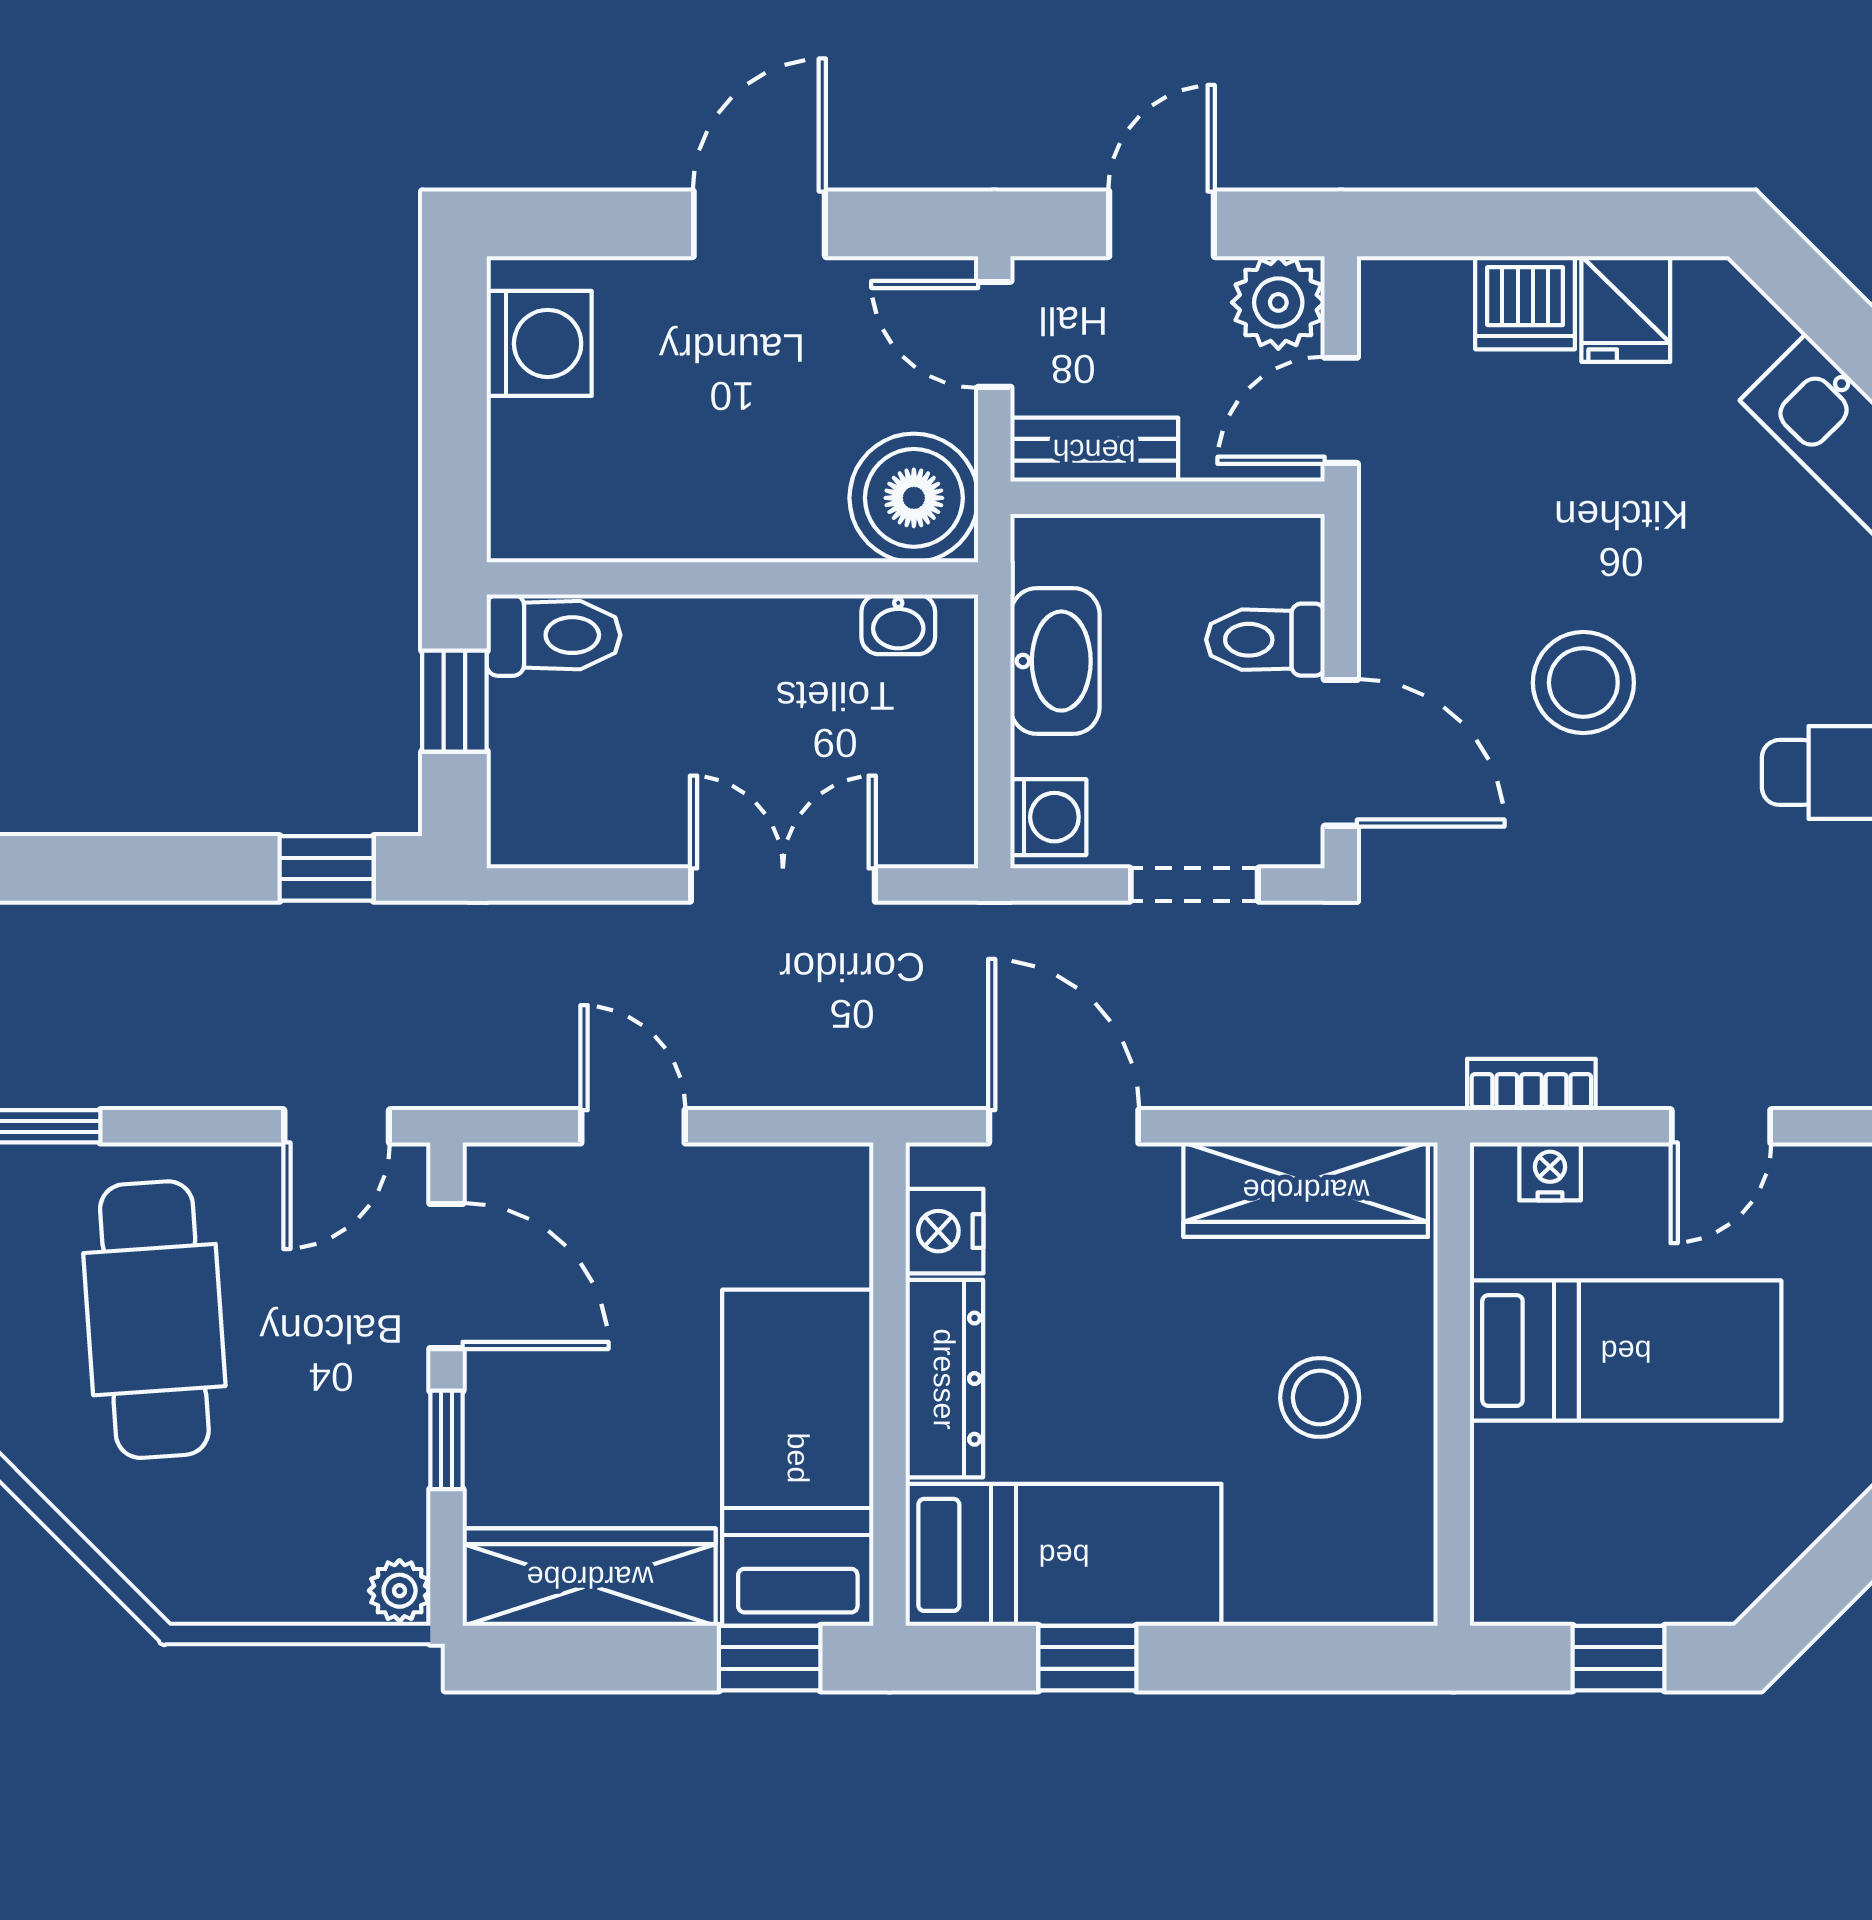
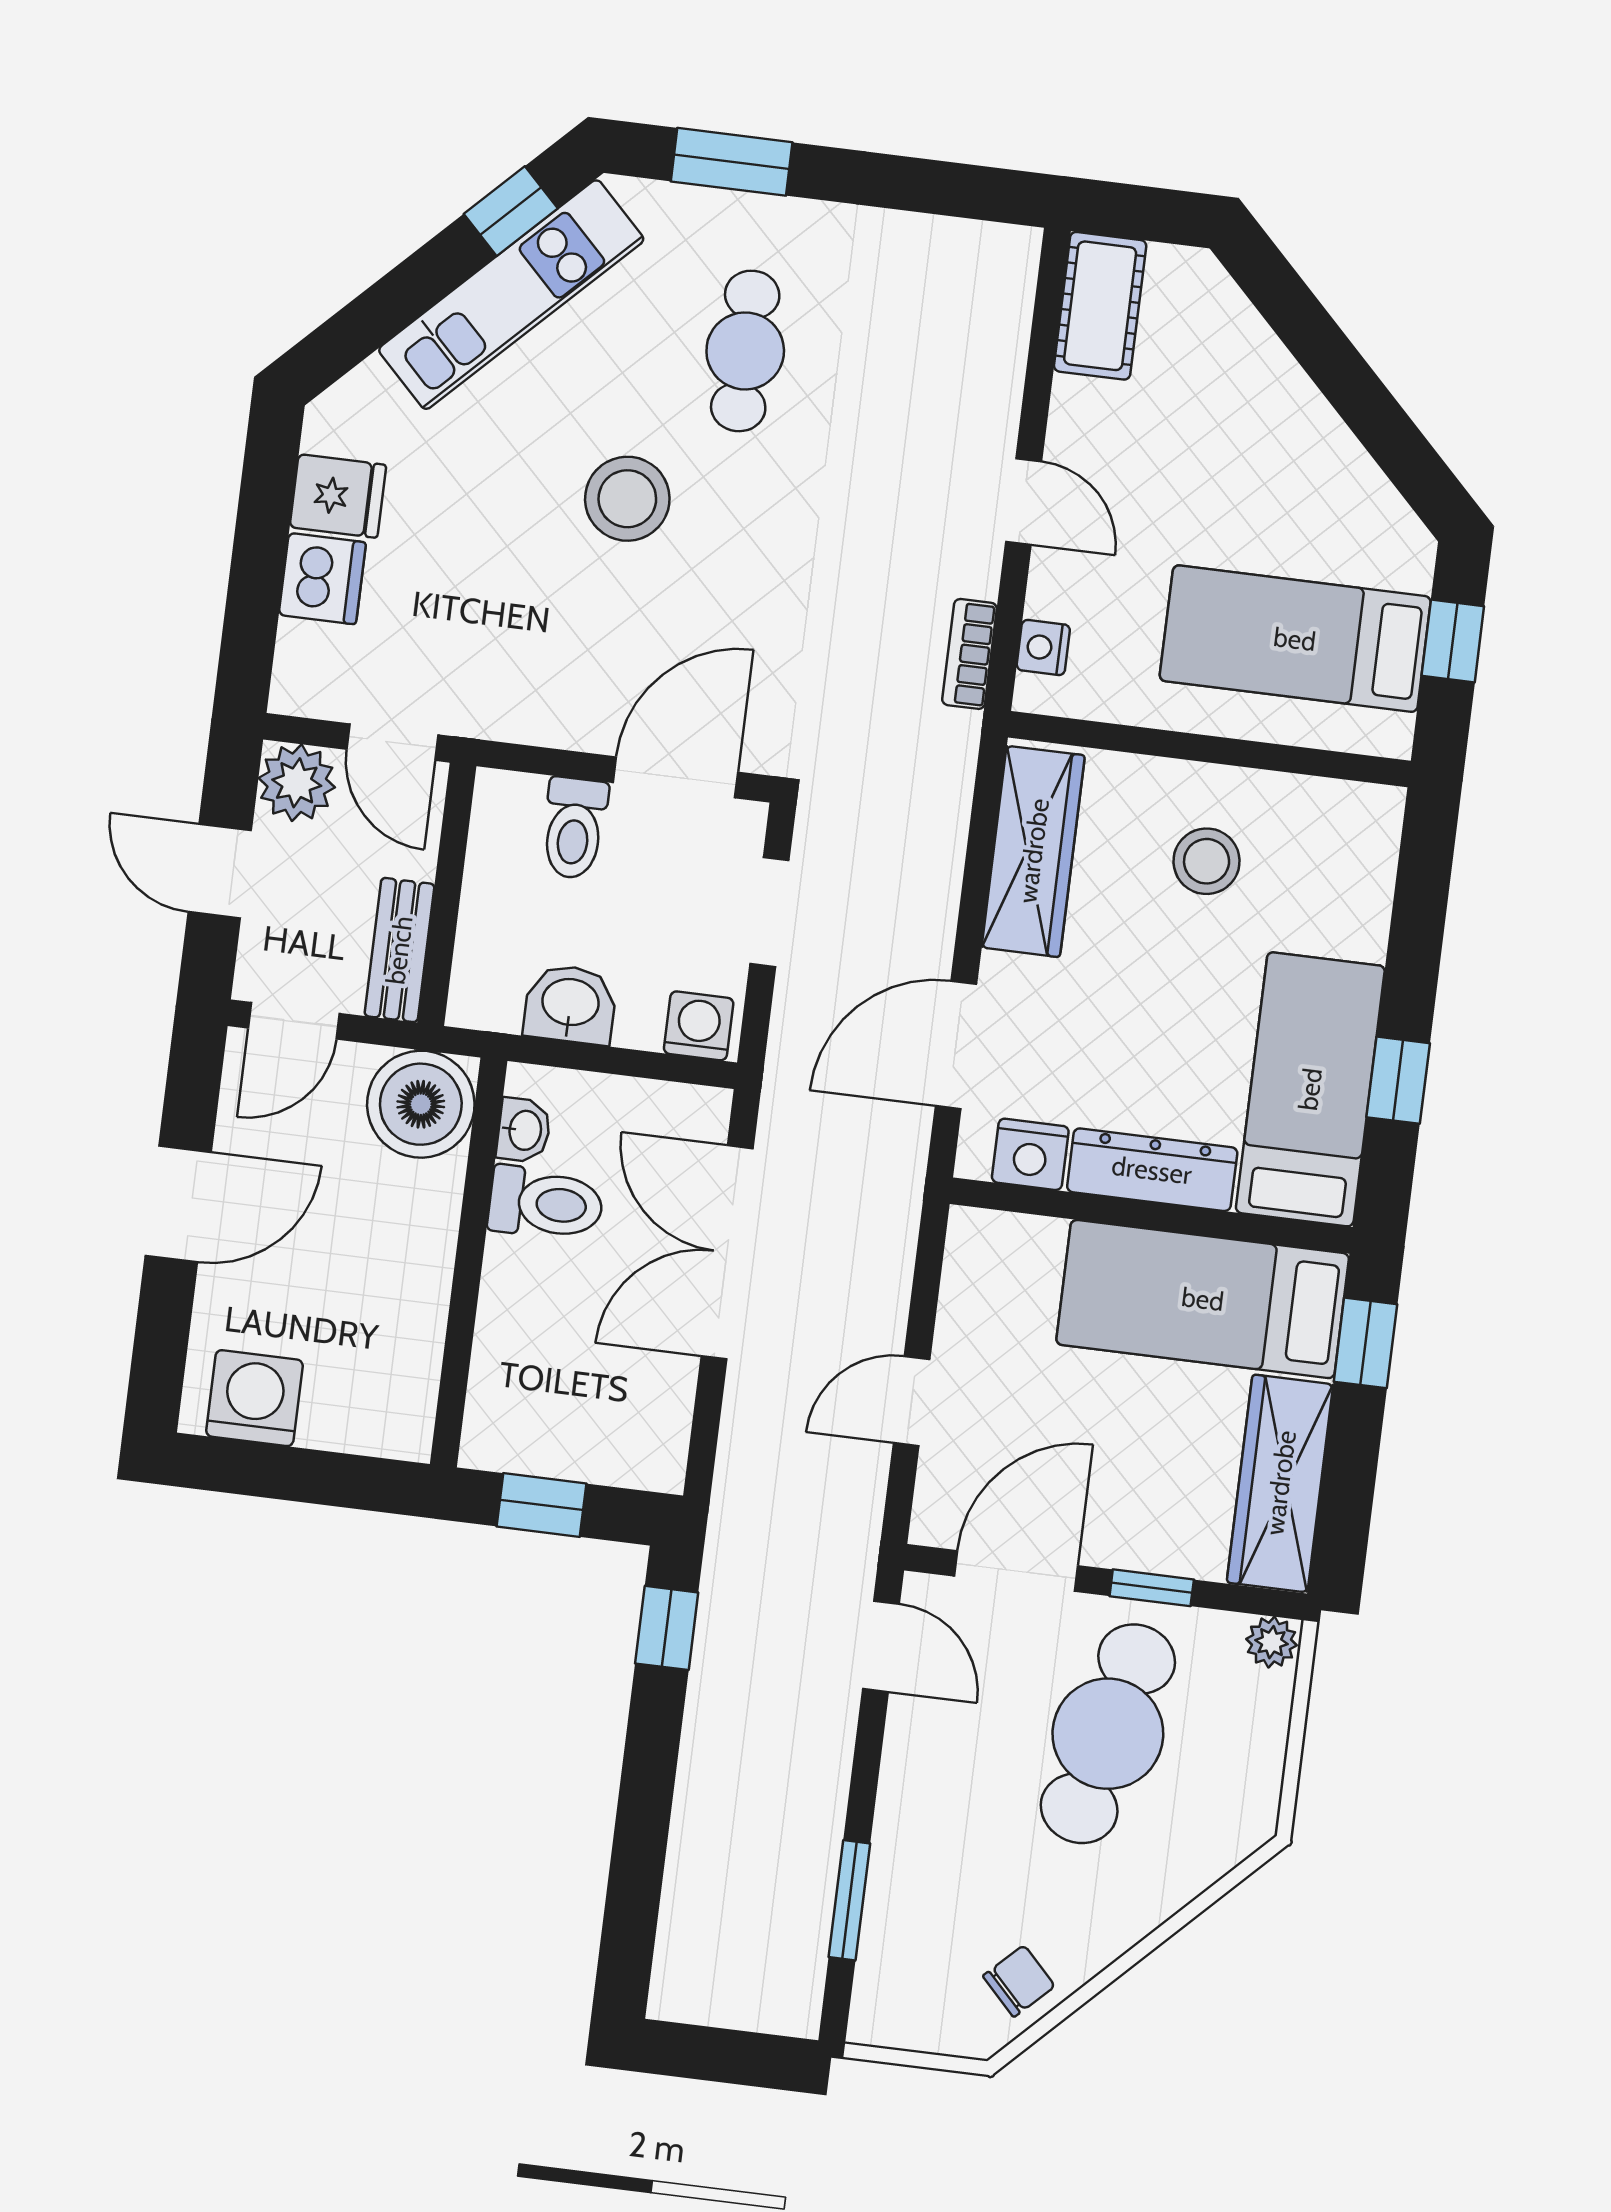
door: (759, 224) -> (178, 1204), swing flipped
toilet: (554, 635) -> (546, 1203), moved, turned 90
washbasin: (1055, 661) -> (570, 1004), width x0.72
stool: (1583, 683) -> (627, 499), moved
double door: (783, 885) -> (727, 1252), width x1.37
cafe table: (154, 1320) -> (1108, 1734), moved, turned -72
bed: (1626, 1351) -> (1295, 639), moved, turned -90

